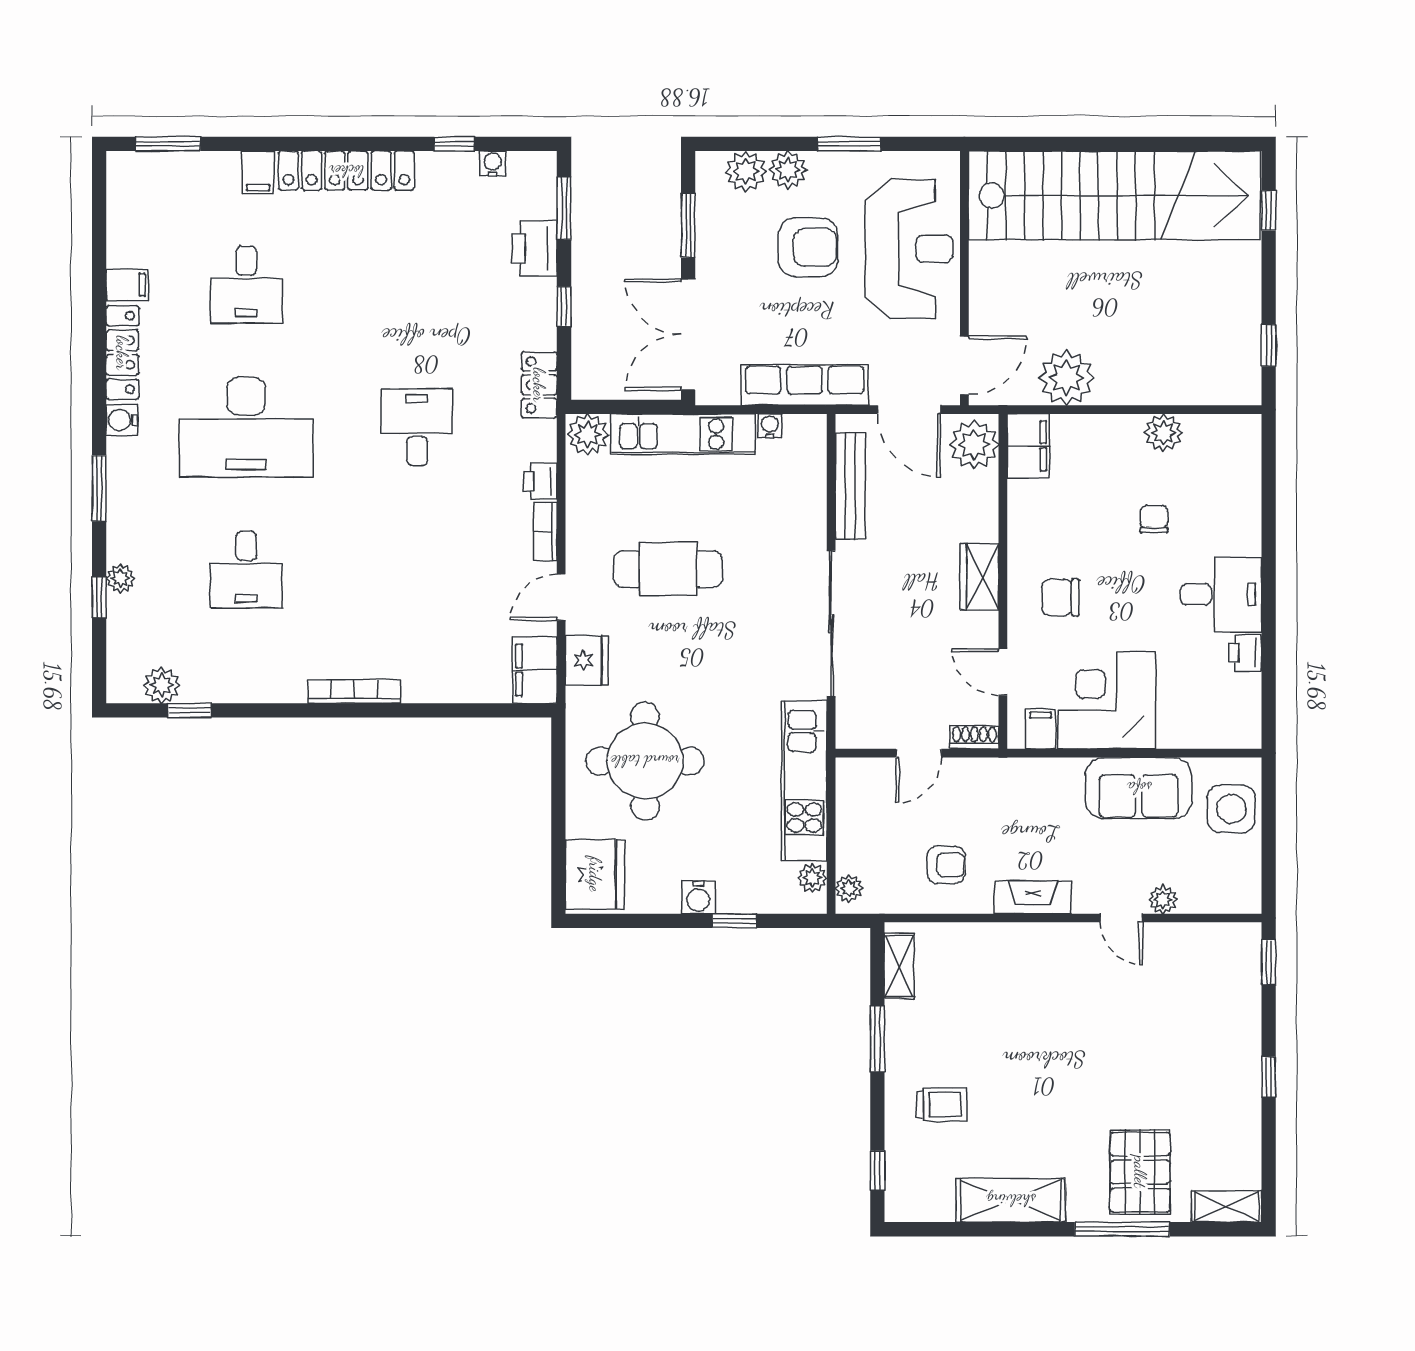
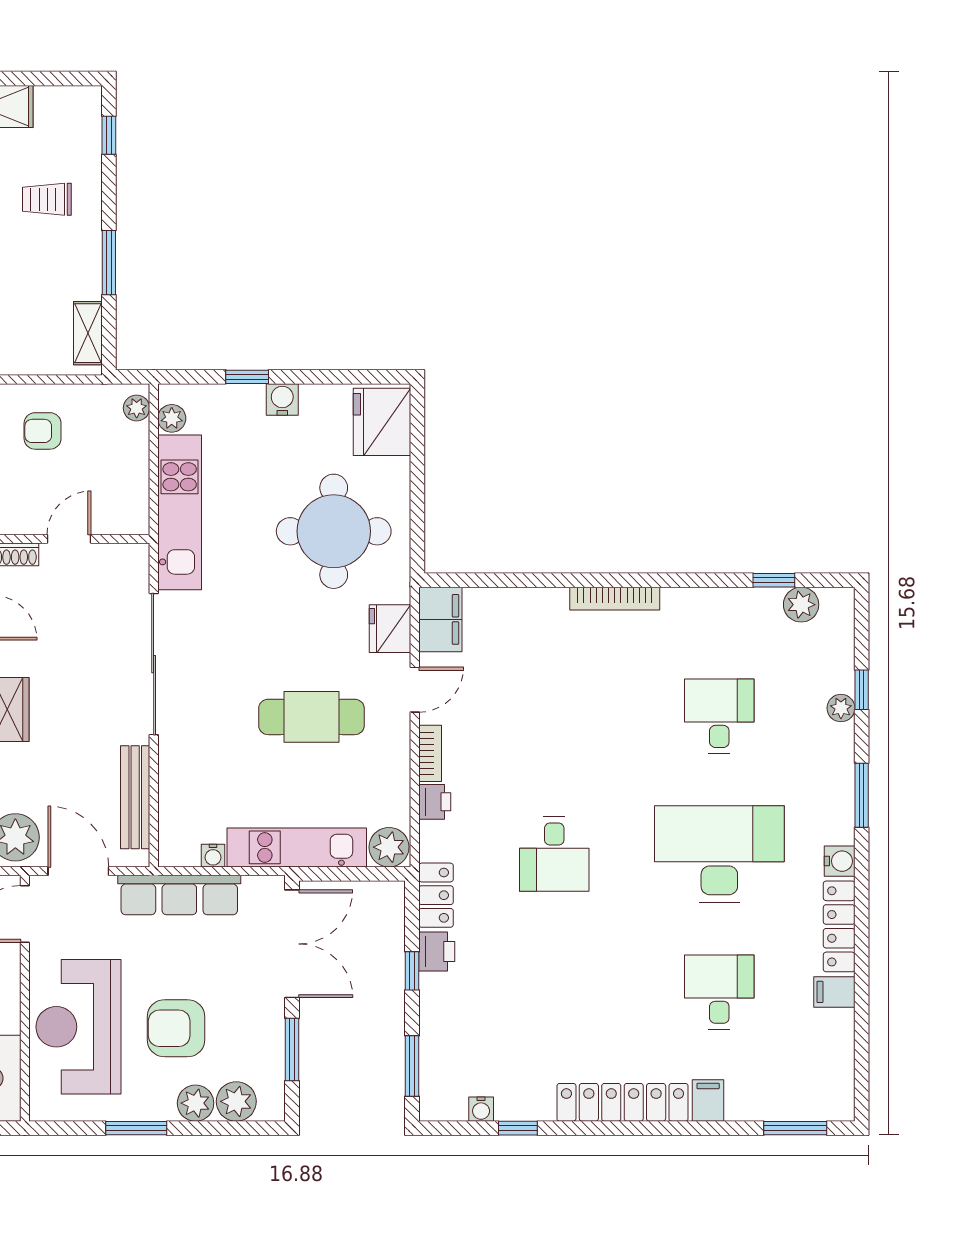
printer: (534, 249) -> (437, 952), moved, width x0.73, depth x0.81

